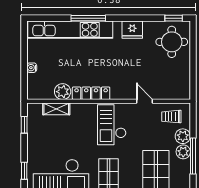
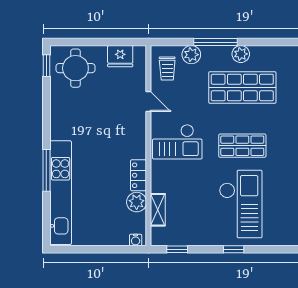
fridge: (132, 30) -> (120, 56), moved, turned 90
water cooler: (32, 68) -> (136, 240), moved
locker: (91, 93) -> (139, 175), width x0.66
door: (144, 101) -> (148, 102), swing flipped
plant: (183, 152) -> (241, 54), moved

